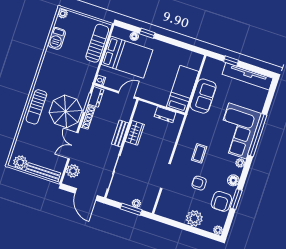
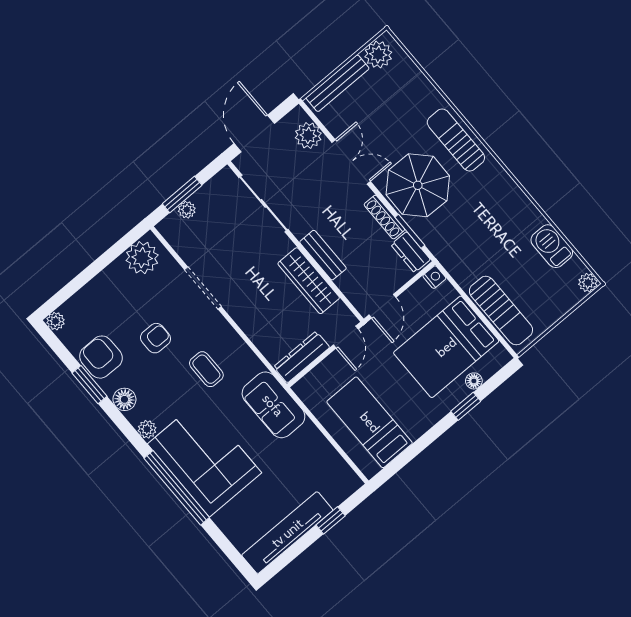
bed: (183, 89) -> (370, 422), moved, turned 180
sofa: (203, 96) -> (273, 405), moved
door: (149, 102) -> (346, 337), added
dresser: (165, 115) -> (302, 357), width x1.44
wardrobe: (135, 133) -> (309, 281), width x1.50
door: (86, 194) -> (254, 133), hinge flipped
plant: (194, 218) -> (142, 258), moved

